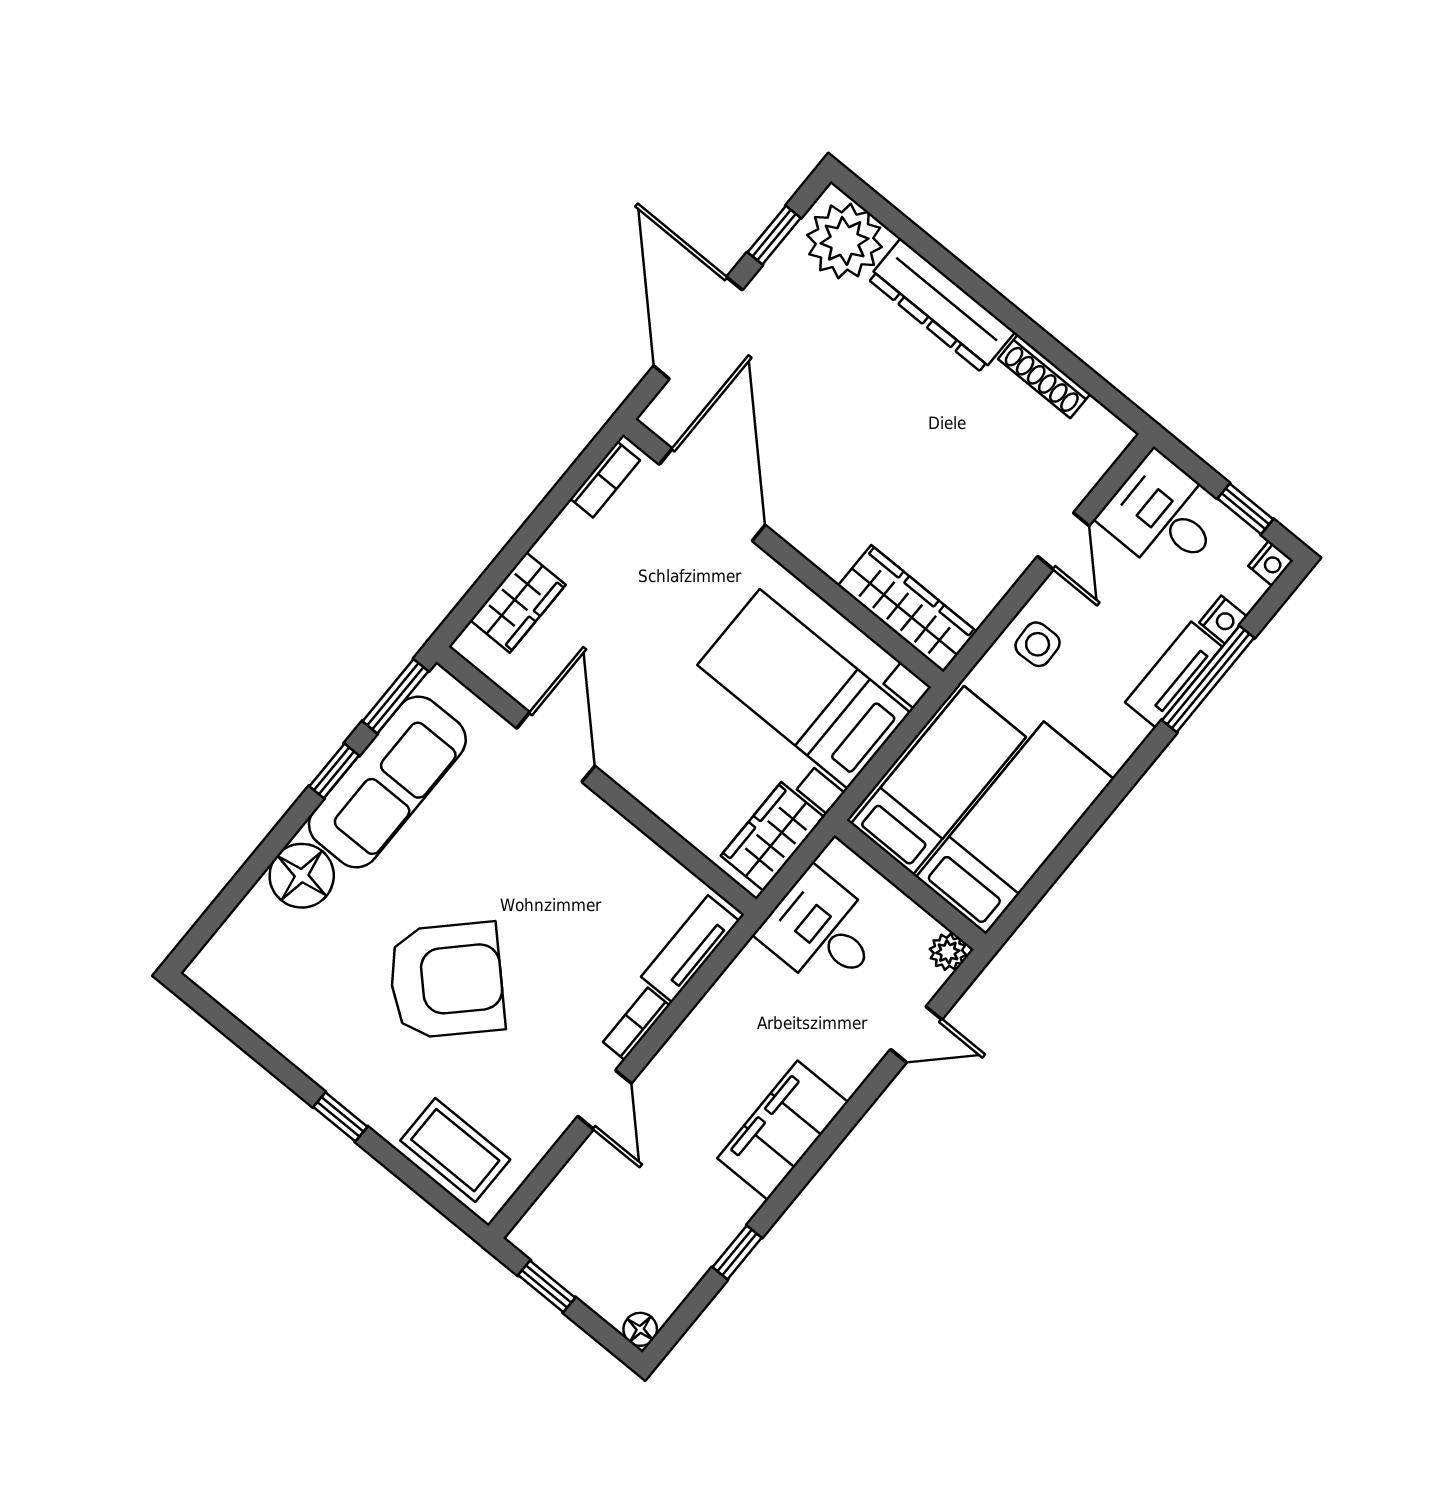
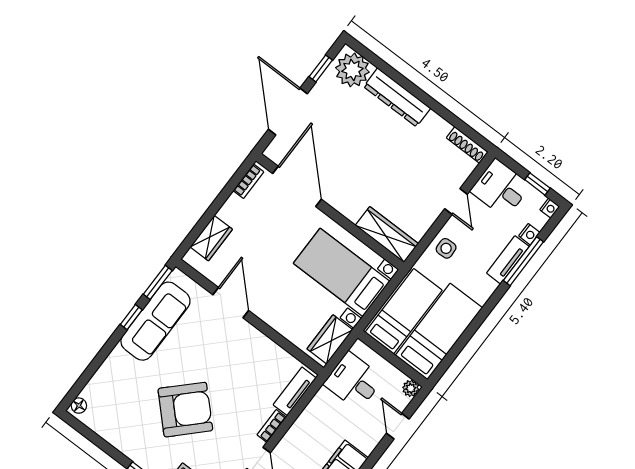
shoe rack: (1044, 376) -> (467, 145), moved
floor lamp: (302, 876) -> (79, 406), moved, width x0.53, depth x0.53
door: (916, 1034) -> (398, 426), swing flipped

